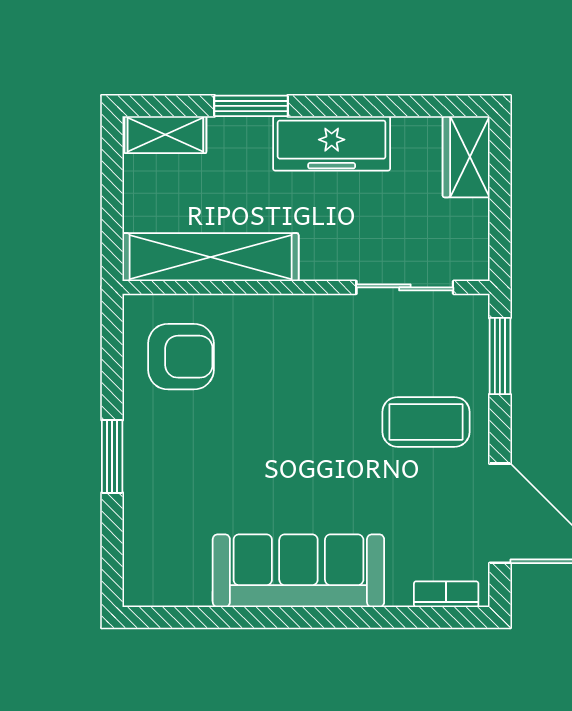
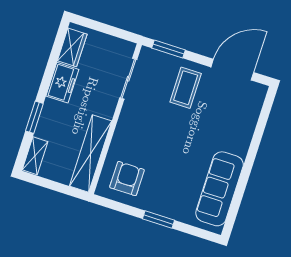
freezer: (332, 143) -> (62, 83), width x0.71
wardrobe: (466, 157) -> (72, 47), moved, turned -90
sofa: (298, 571) -> (220, 189), moved
bookcase: (446, 594) -> (258, 102), removed

